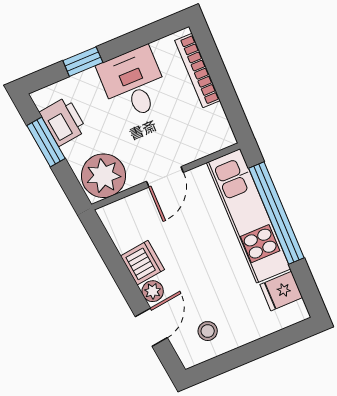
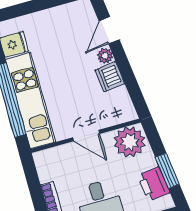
door: (165, 177) -> (86, 136), swing flipped
stool: (208, 331) -> (70, 23), removed

